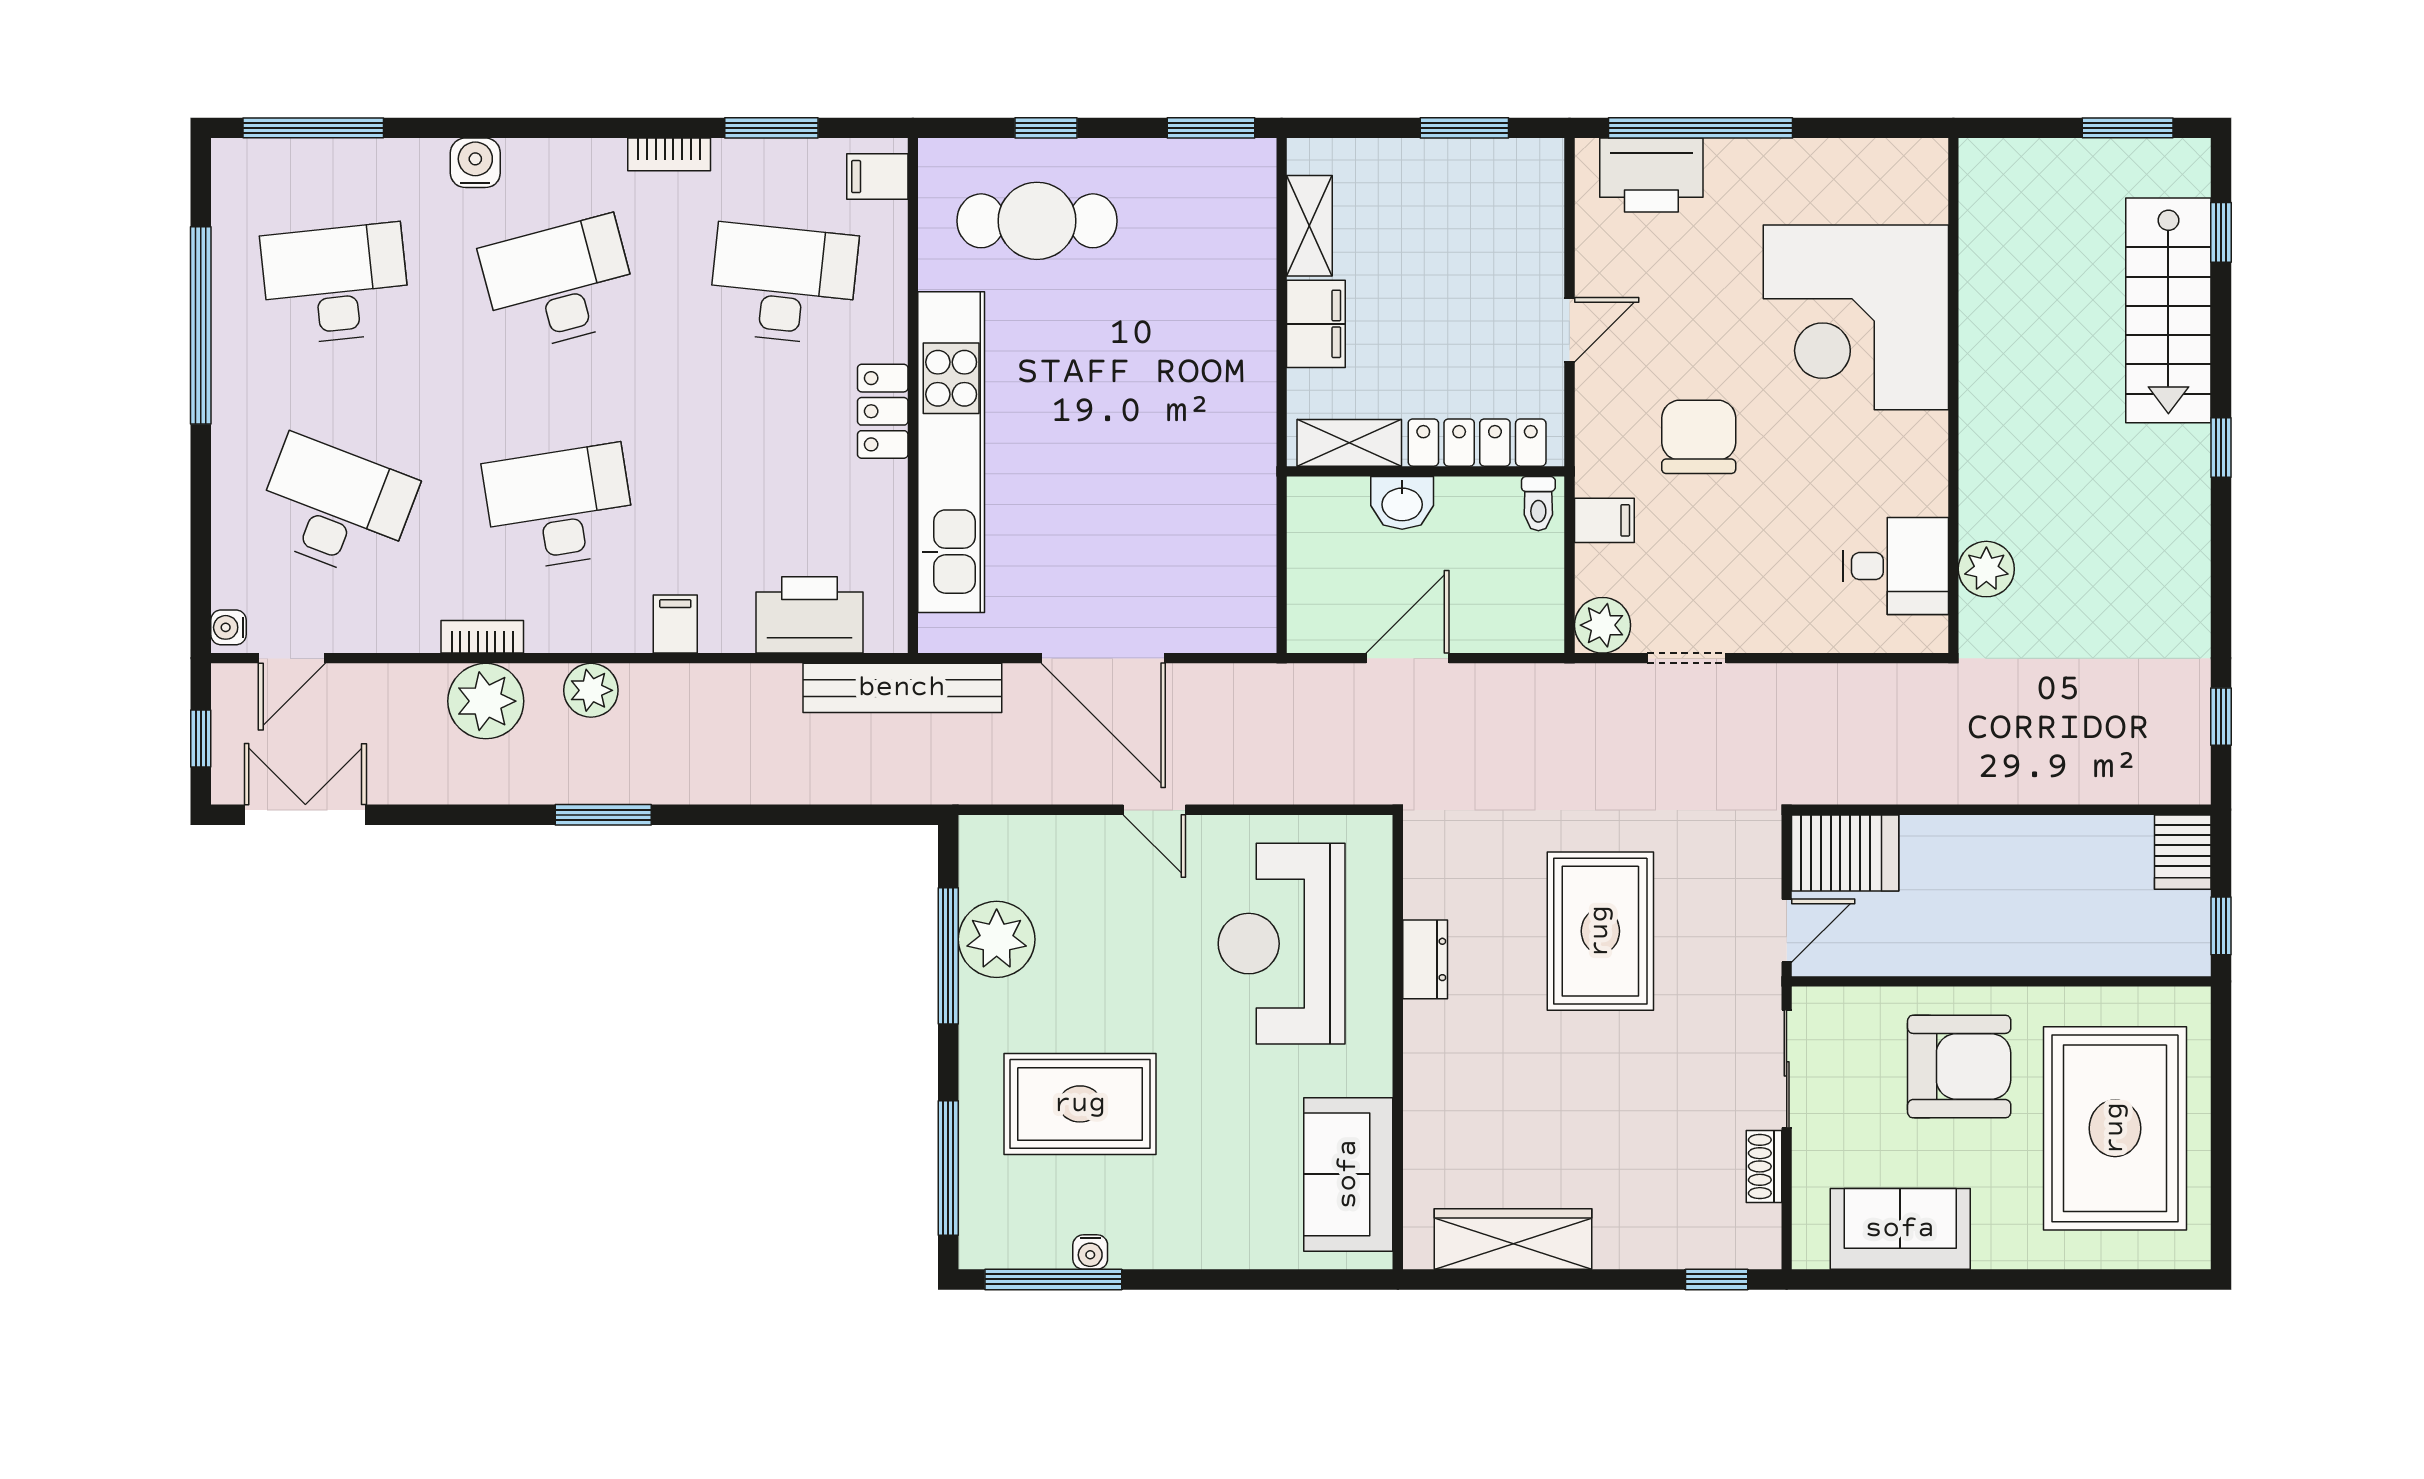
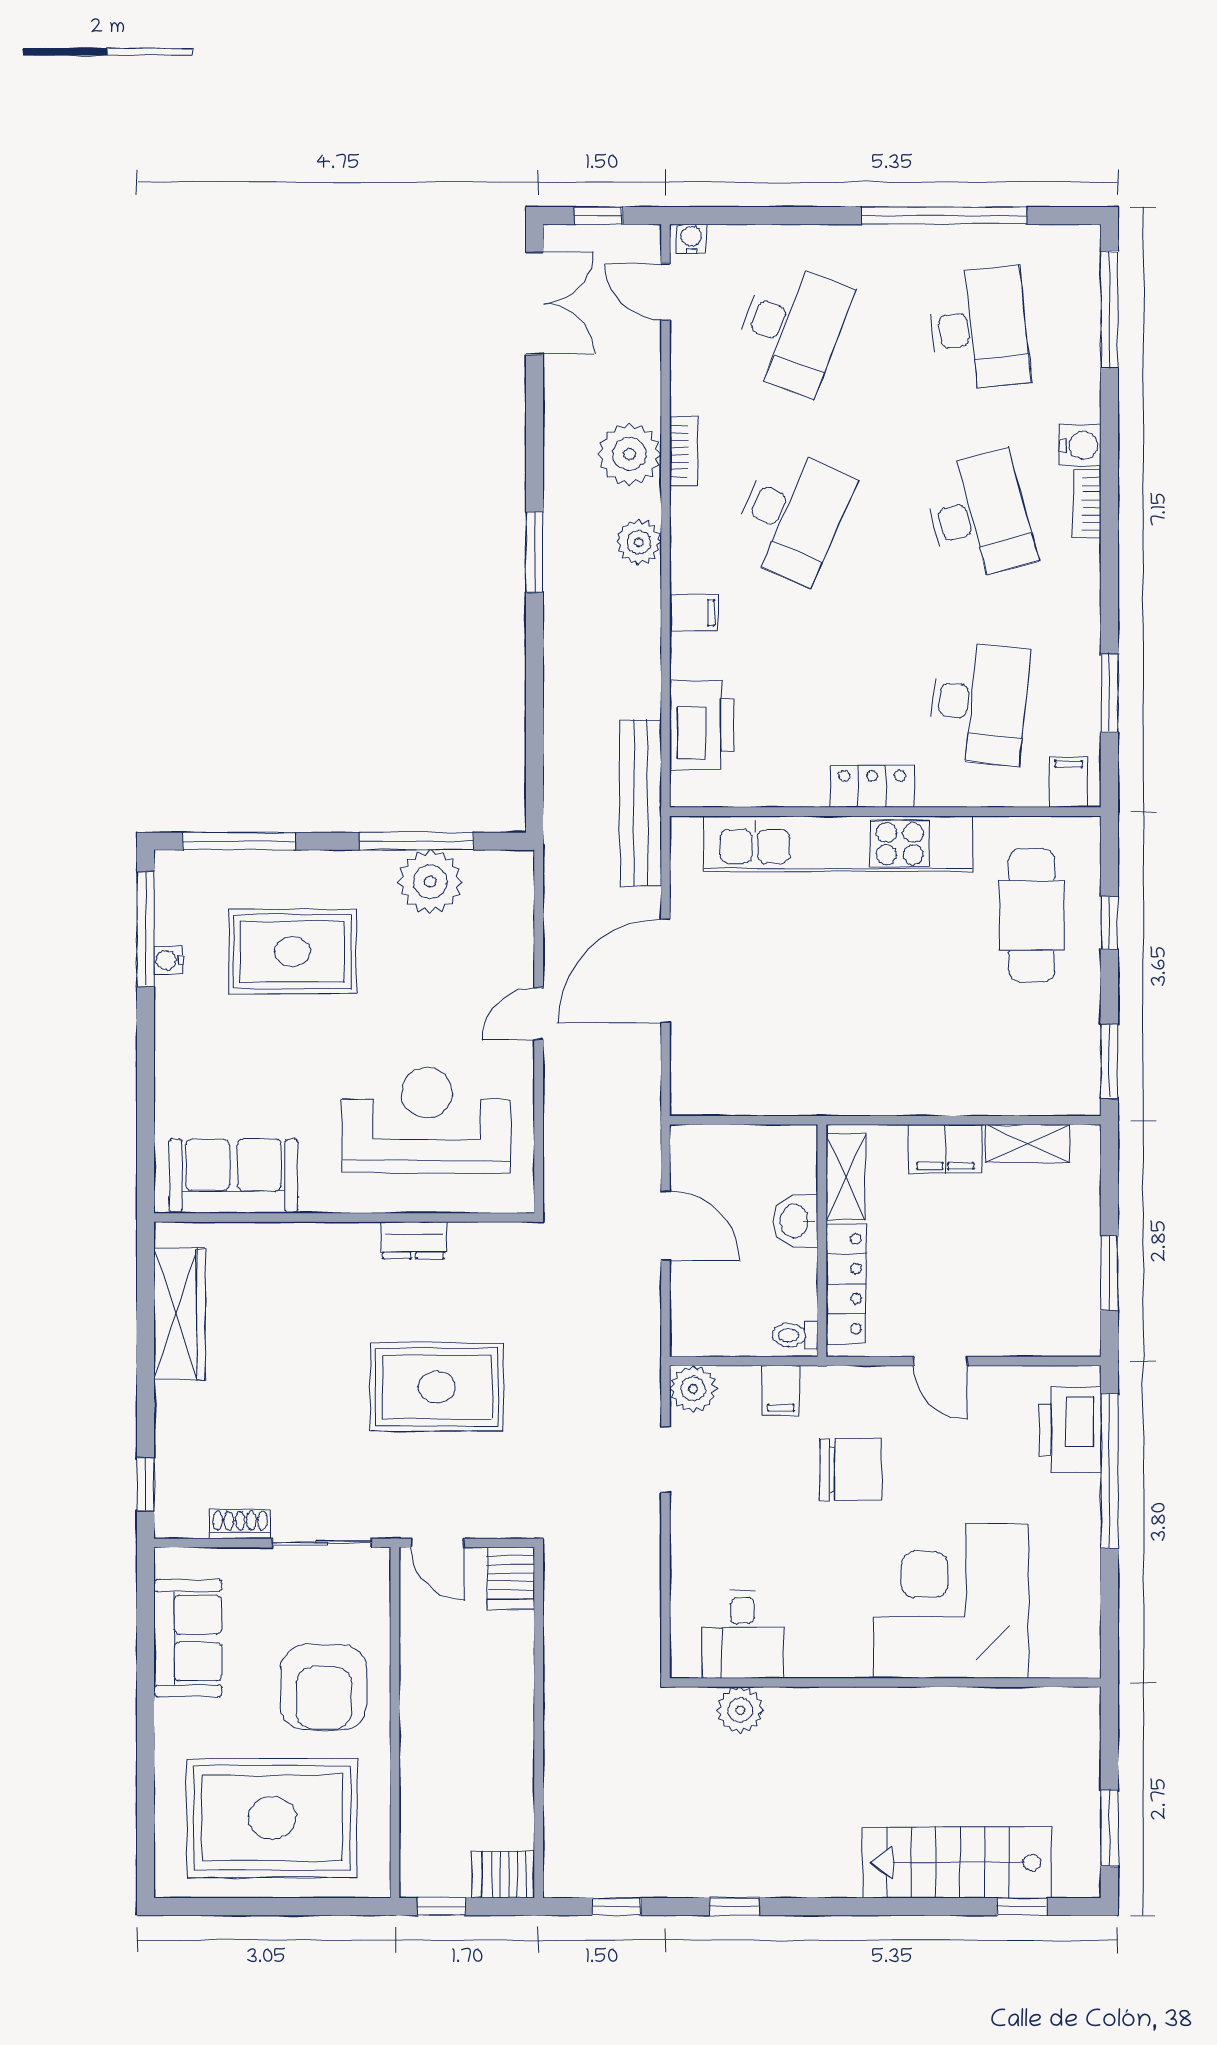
bookcase: (669, 154) -> (1087, 504), moved
window: (2221, 447) -> (734, 1907), moved
desk: (559, 507) -> (792, 516), turned 33
server rack: (1845, 853) -> (511, 1578), width x0.73, depth x0.70
rug: (1080, 1104) -> (292, 951), turned 90

